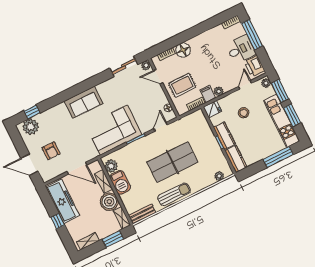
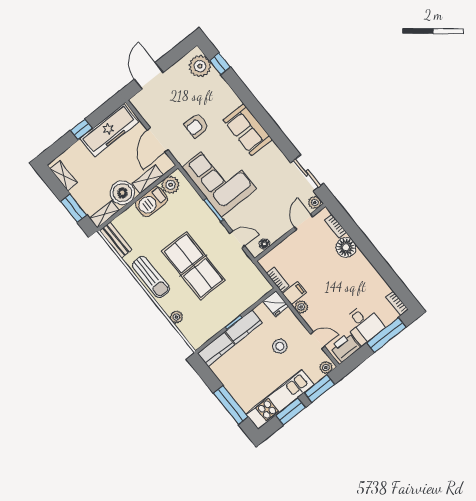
rug: (182, 85) -> (299, 257), removed
armchair: (51, 151) -> (196, 126), moved
plant: (219, 176) -> (176, 317), moved

